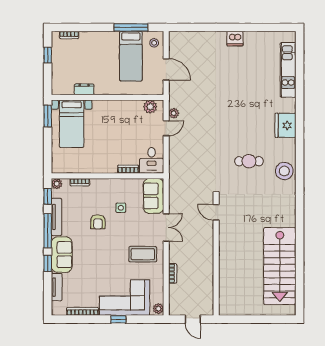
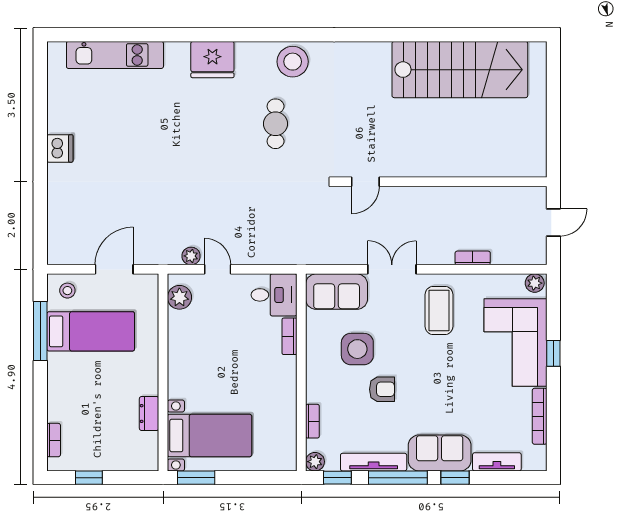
side table: (121, 208) -> (357, 349), width x1.87, depth x1.87

